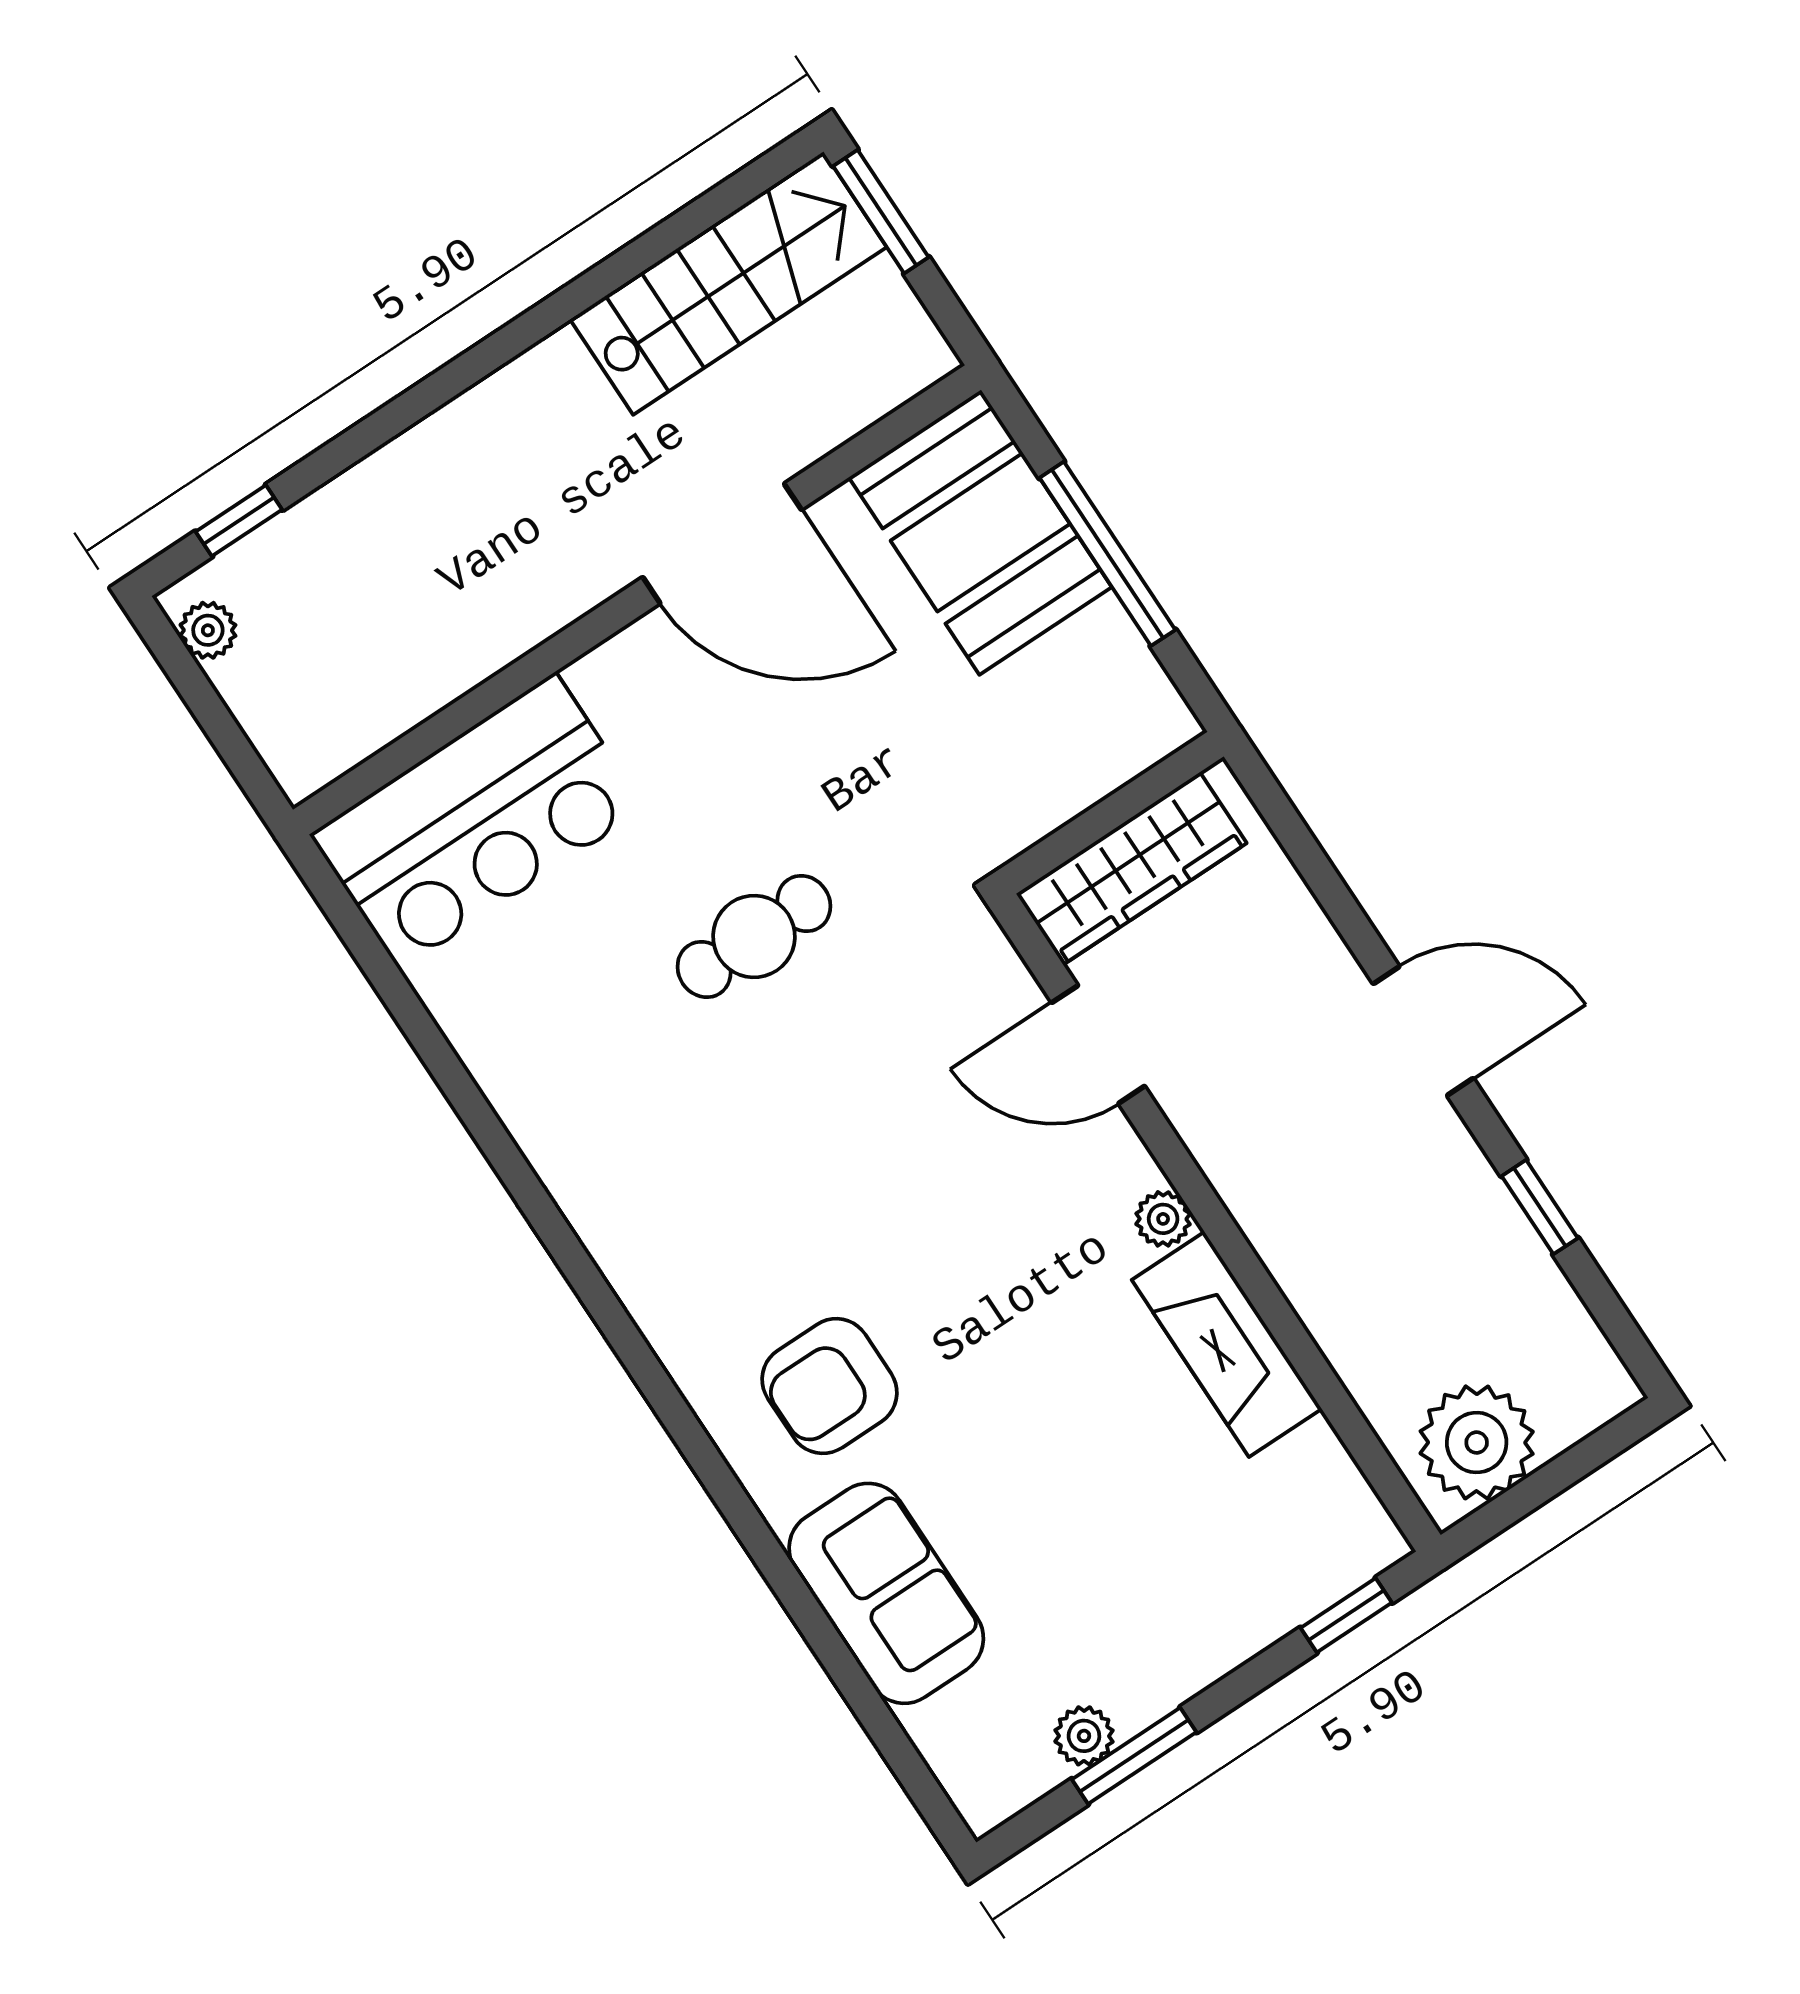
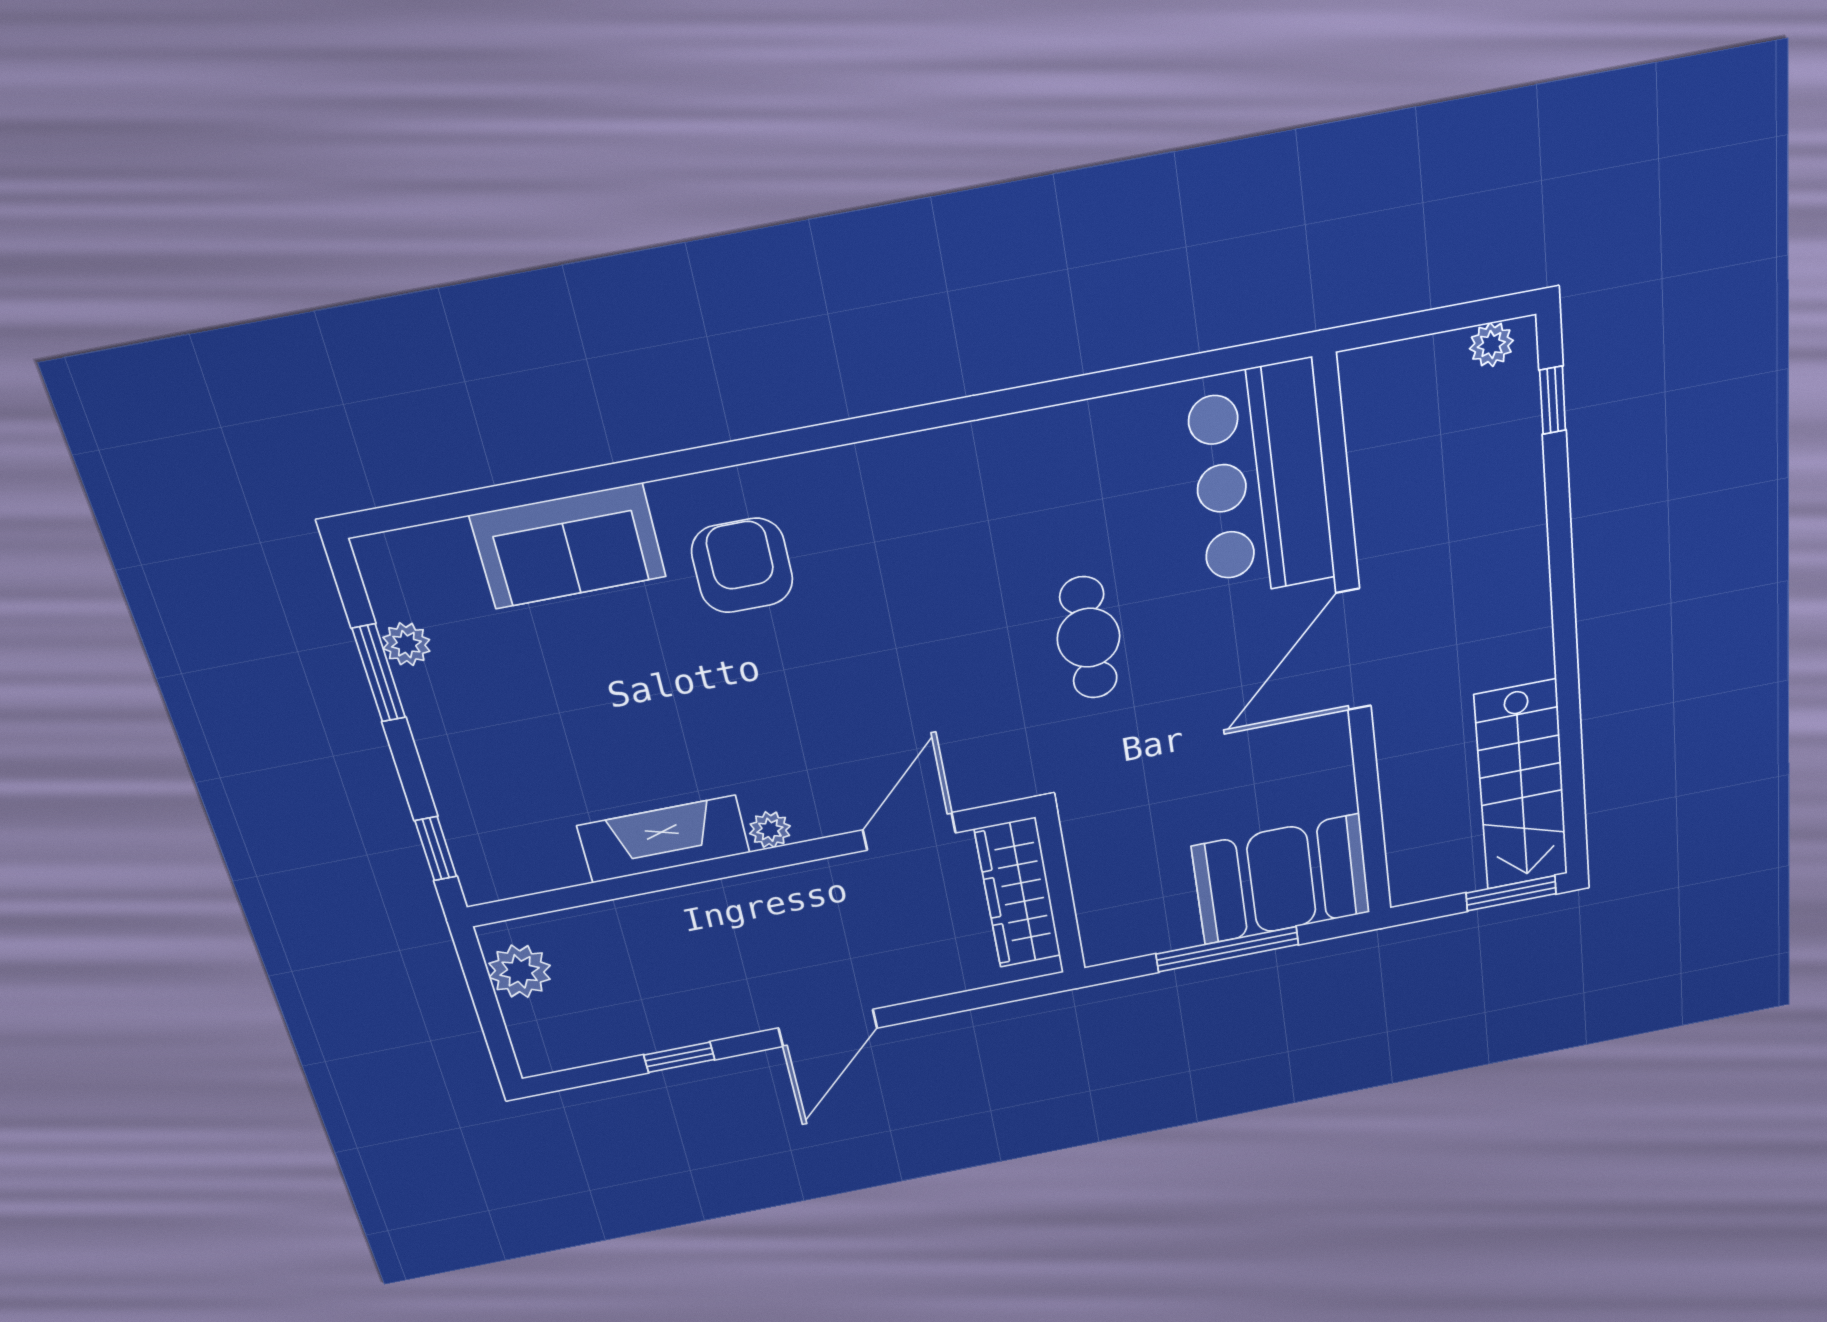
door: (722, 543) -> (1354, 650), moved
plant: (1477, 1443) -> (520, 971), width x0.73, depth x0.73

